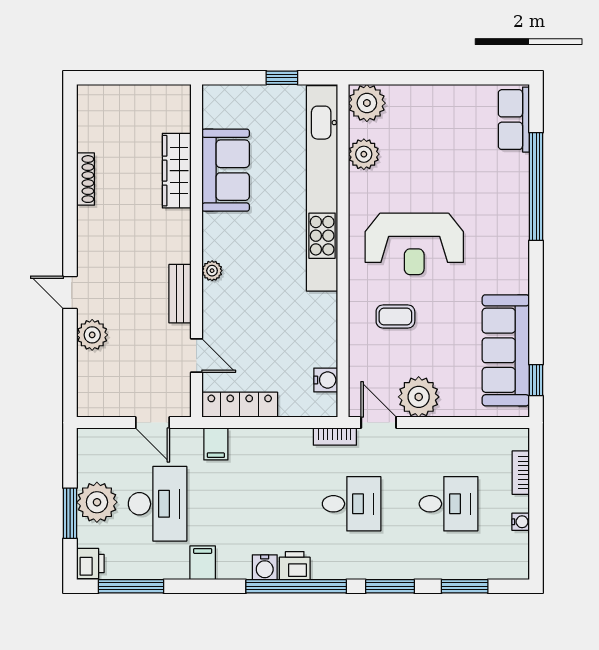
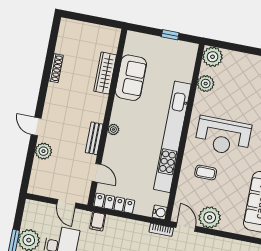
kitchen unit: (322, 188) -> (172, 137), moved
water cooler: (326, 380) -> (160, 212), moved

